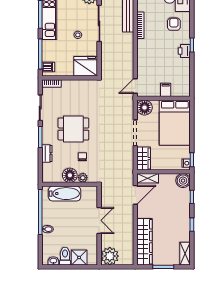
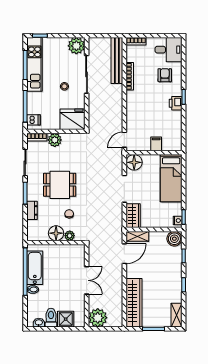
plant: (69, 86) -> (55, 140), added
bed: (175, 123) -> (171, 178), width x0.67
bathtub: (65, 194) -> (35, 268), moved, turned -90

